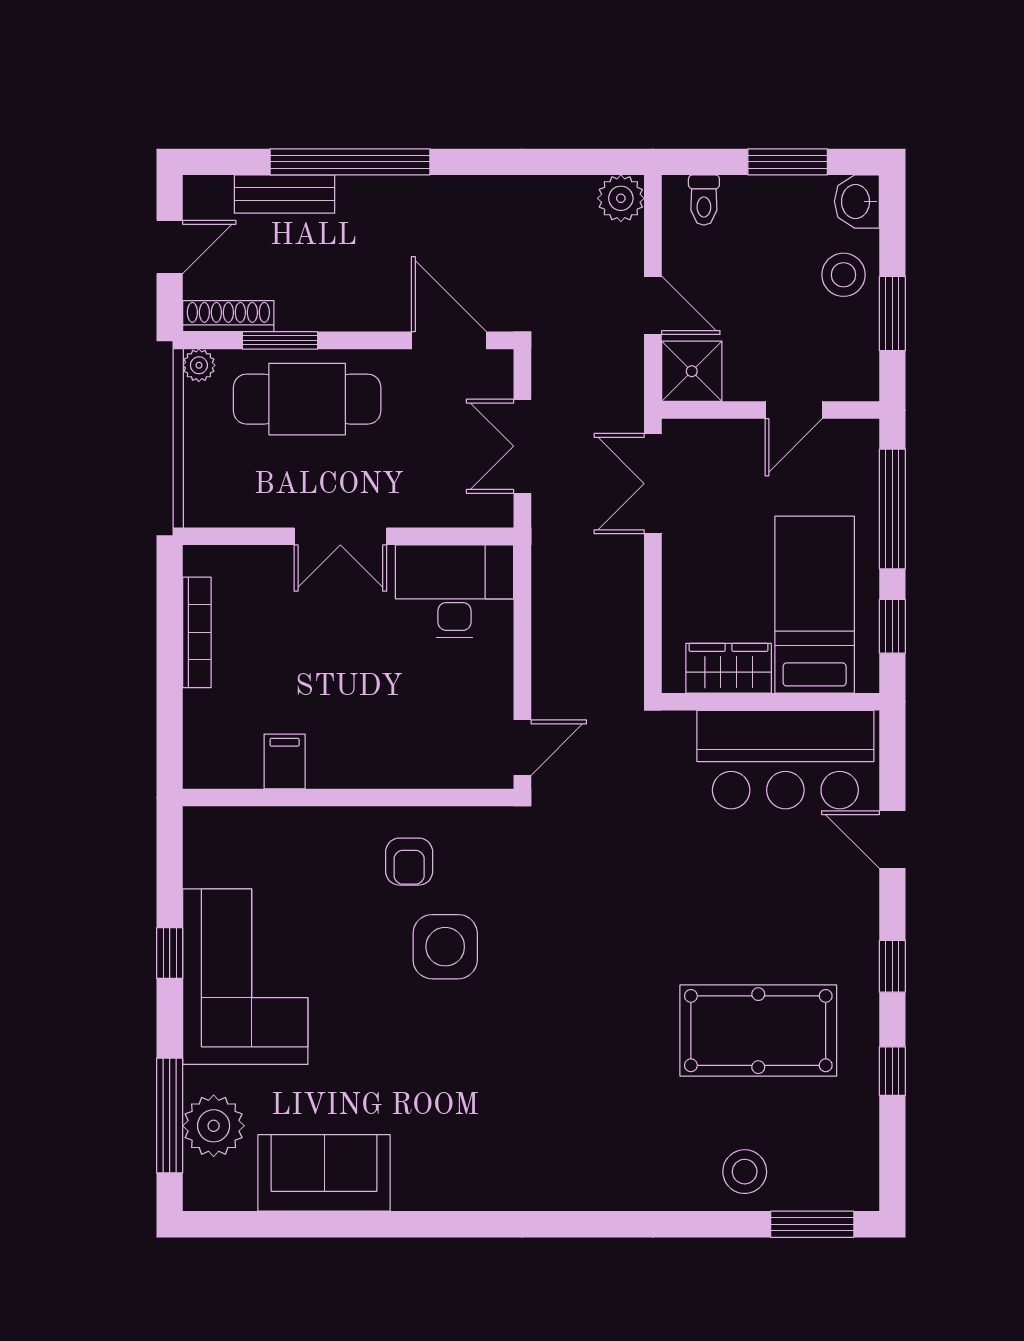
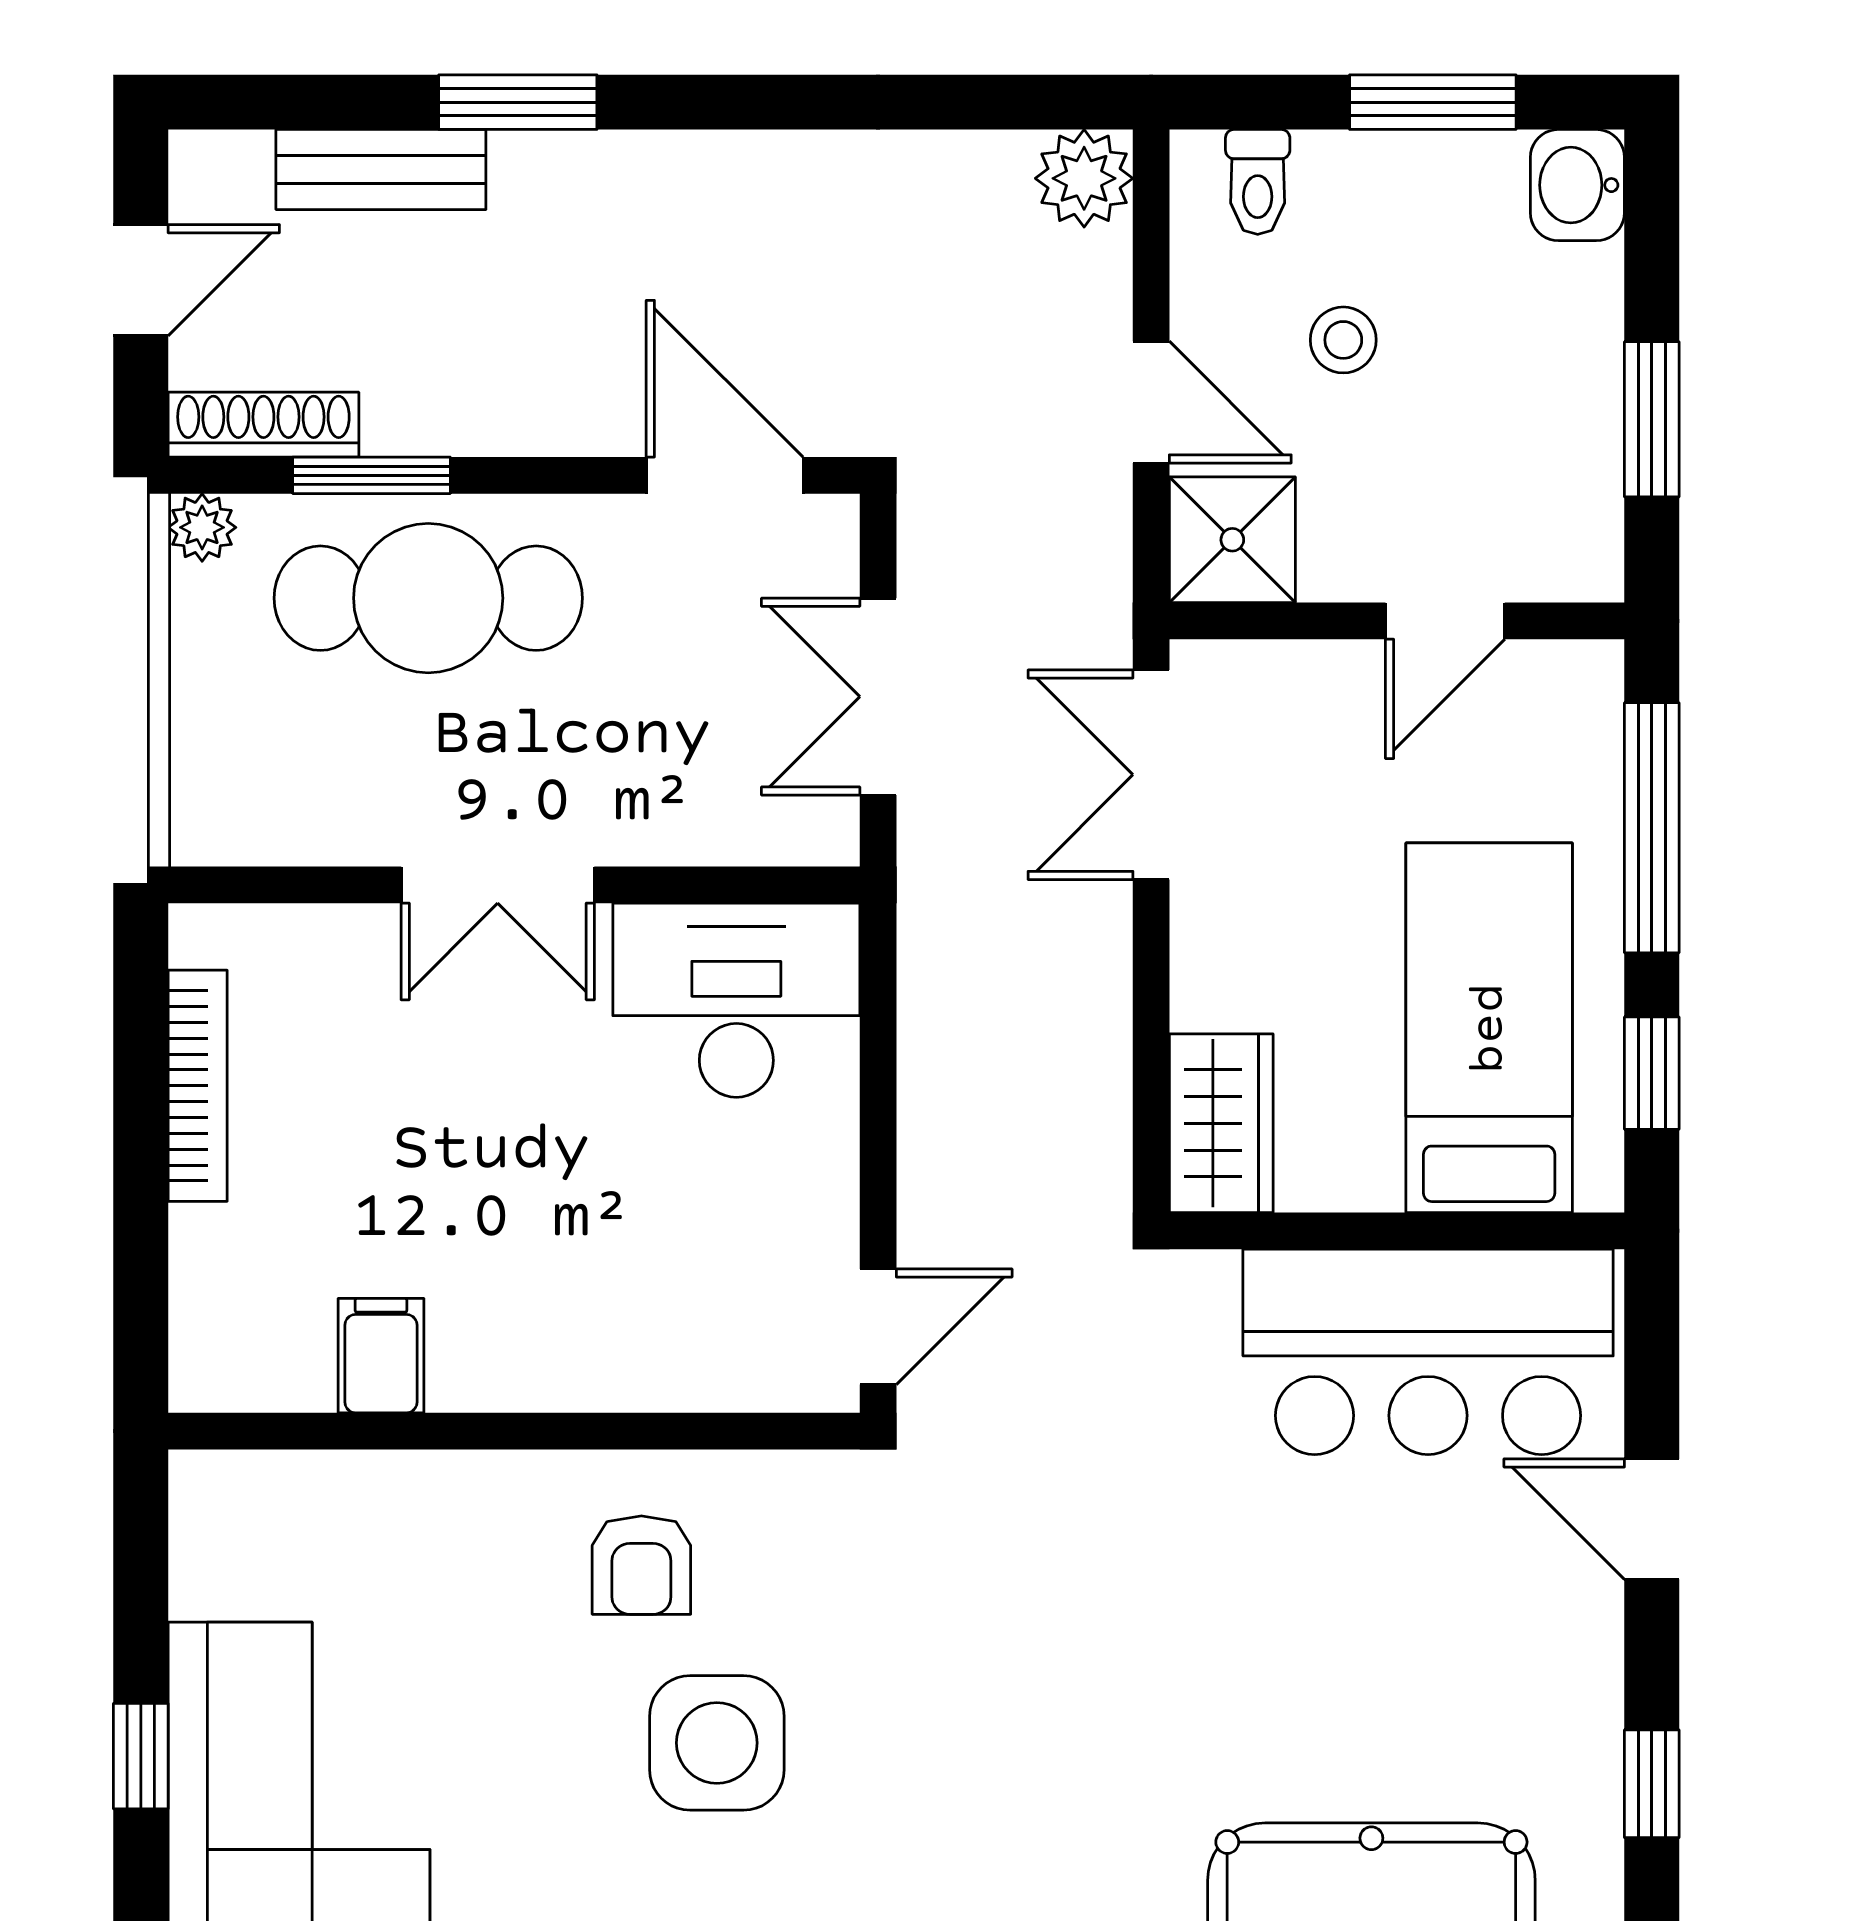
window: (350, 162) -> (518, 102), width x0.47
stool: (843, 275) -> (1343, 340), moved, width x0.73, depth x0.73
wardrobe: (729, 668) -> (1221, 1123), moved, turned 90

